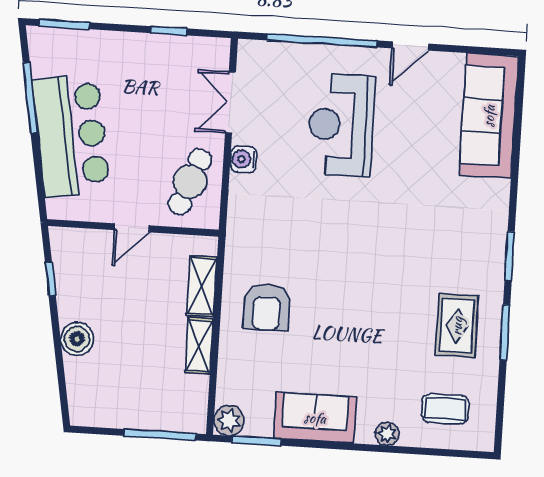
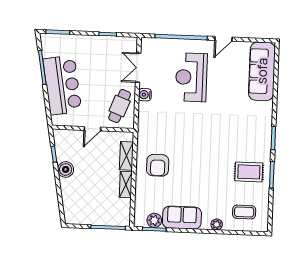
rug: (457, 326) -> (249, 172), turned 90
boiler: (77, 339) -> (66, 169), moved
plant: (229, 420) -> (154, 220), moved

